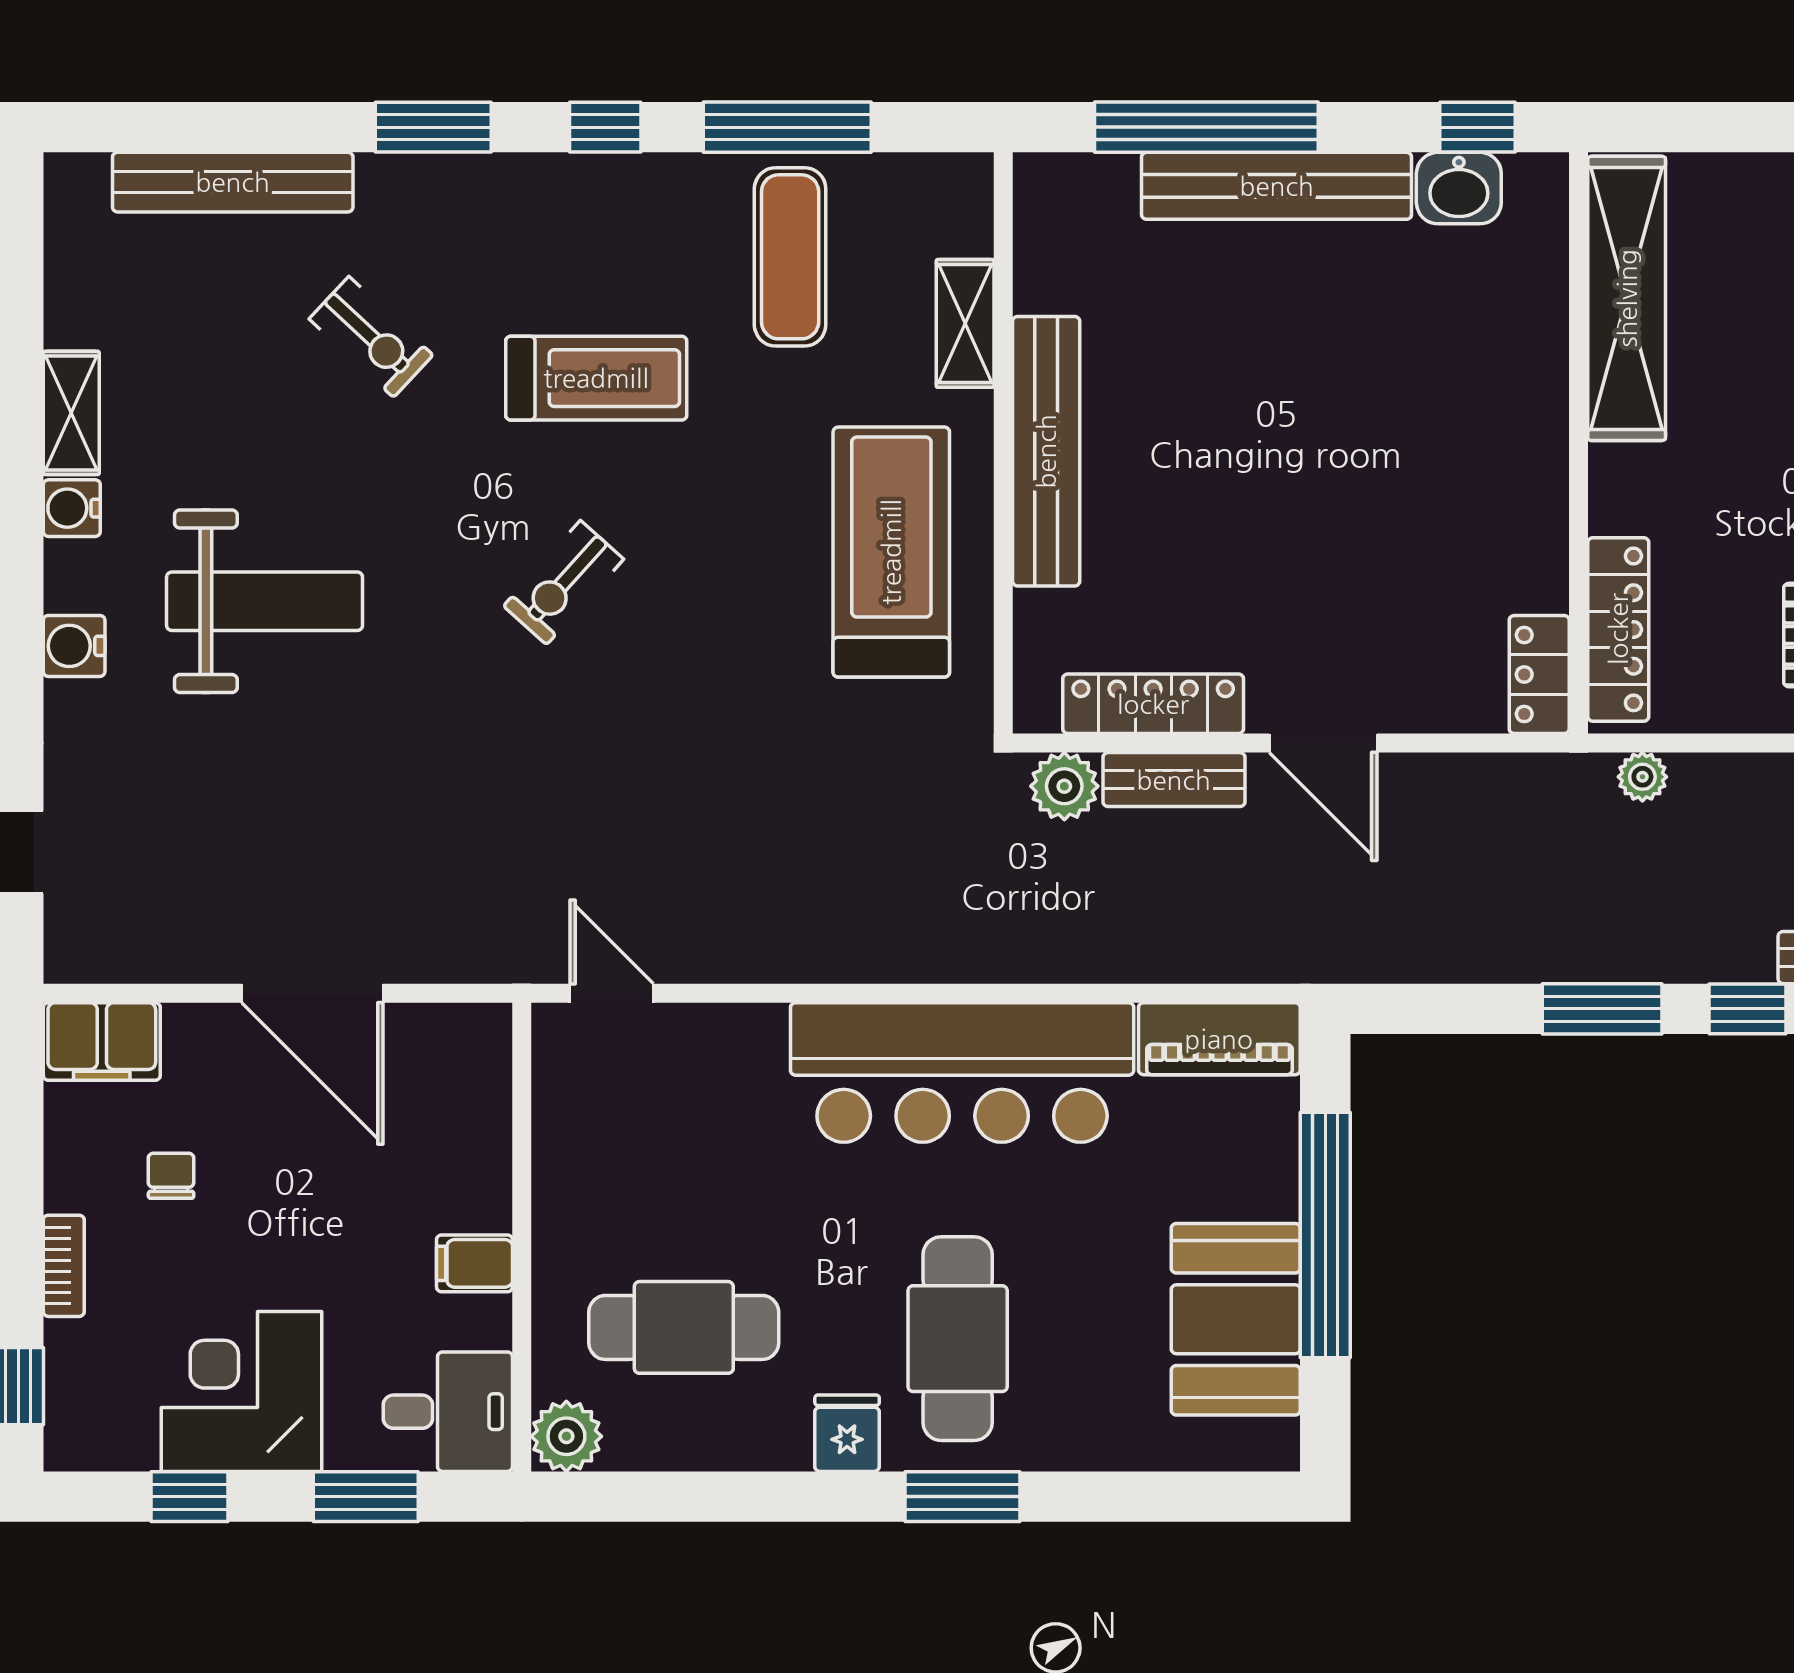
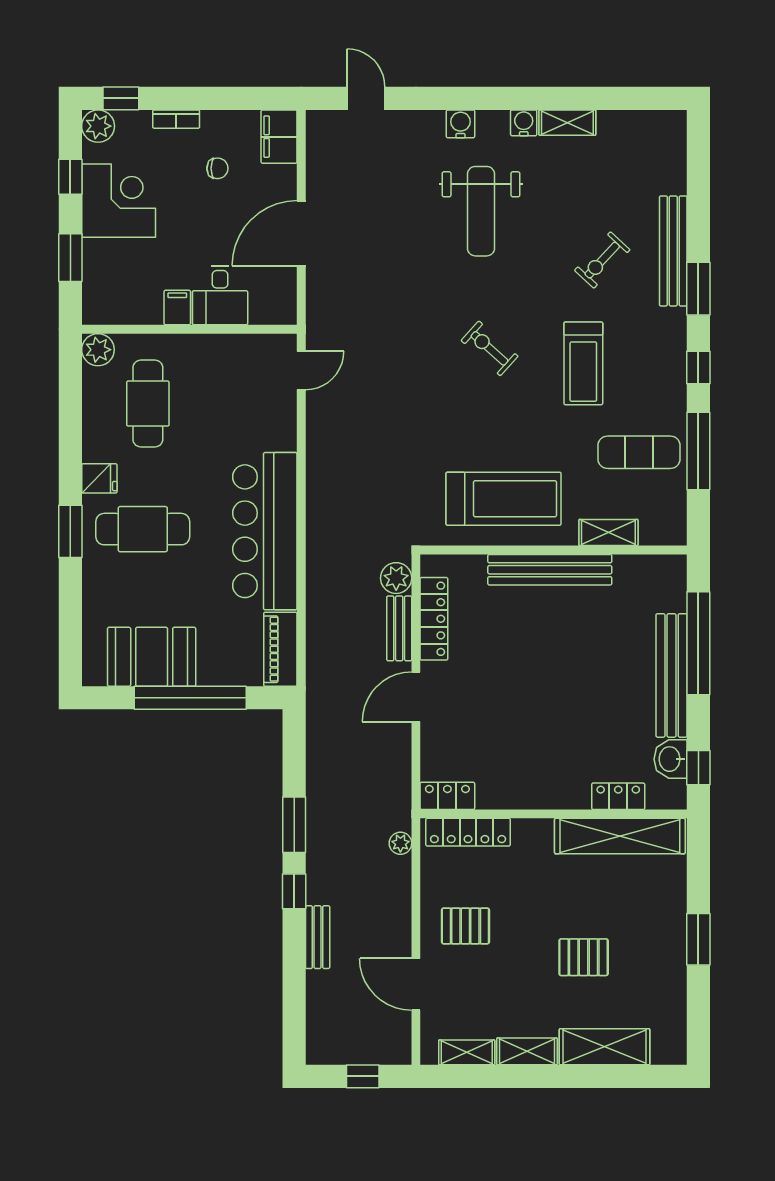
bench: (233, 182) -> (673, 251), moved
locker: (1540, 302) -> (618, 796), added
desk: (448, 1412) -> (220, 295), moved
plant: (79, 1436) -> (98, 126), added

